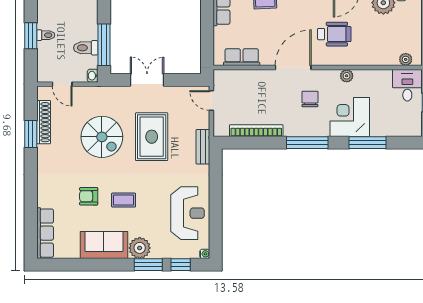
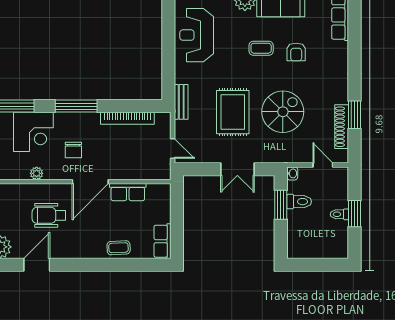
window: (104, 45) -> (281, 205), width x0.69
row of seats: (242, 57) -> (128, 192), moved
spiral stairs: (102, 137) -> (283, 112), turned 90
armchair: (89, 196) -> (296, 52), turned 90

